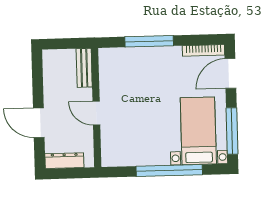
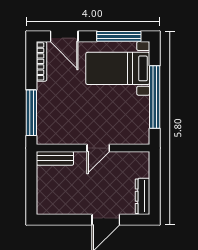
bench: (84, 68) -> (55, 158), moved
wall: (96, 108) -> (93, 148), moved
door: (96, 113) -> (98, 148), moved

